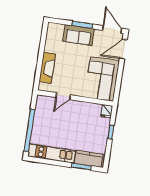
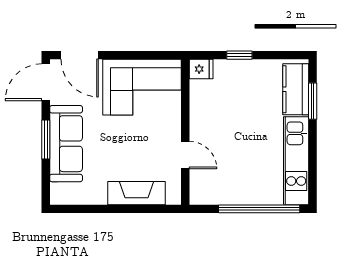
sofa: (79, 35) -> (66, 144), width x1.36

